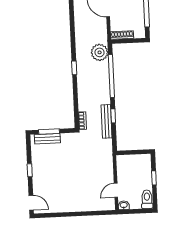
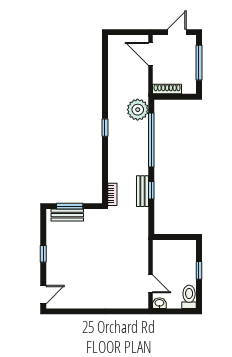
bench: (106, 121) -> (143, 191), width x0.73
door: (116, 190) -> (151, 284), swing flipped
door: (31, 203) -> (43, 295), hinge flipped

